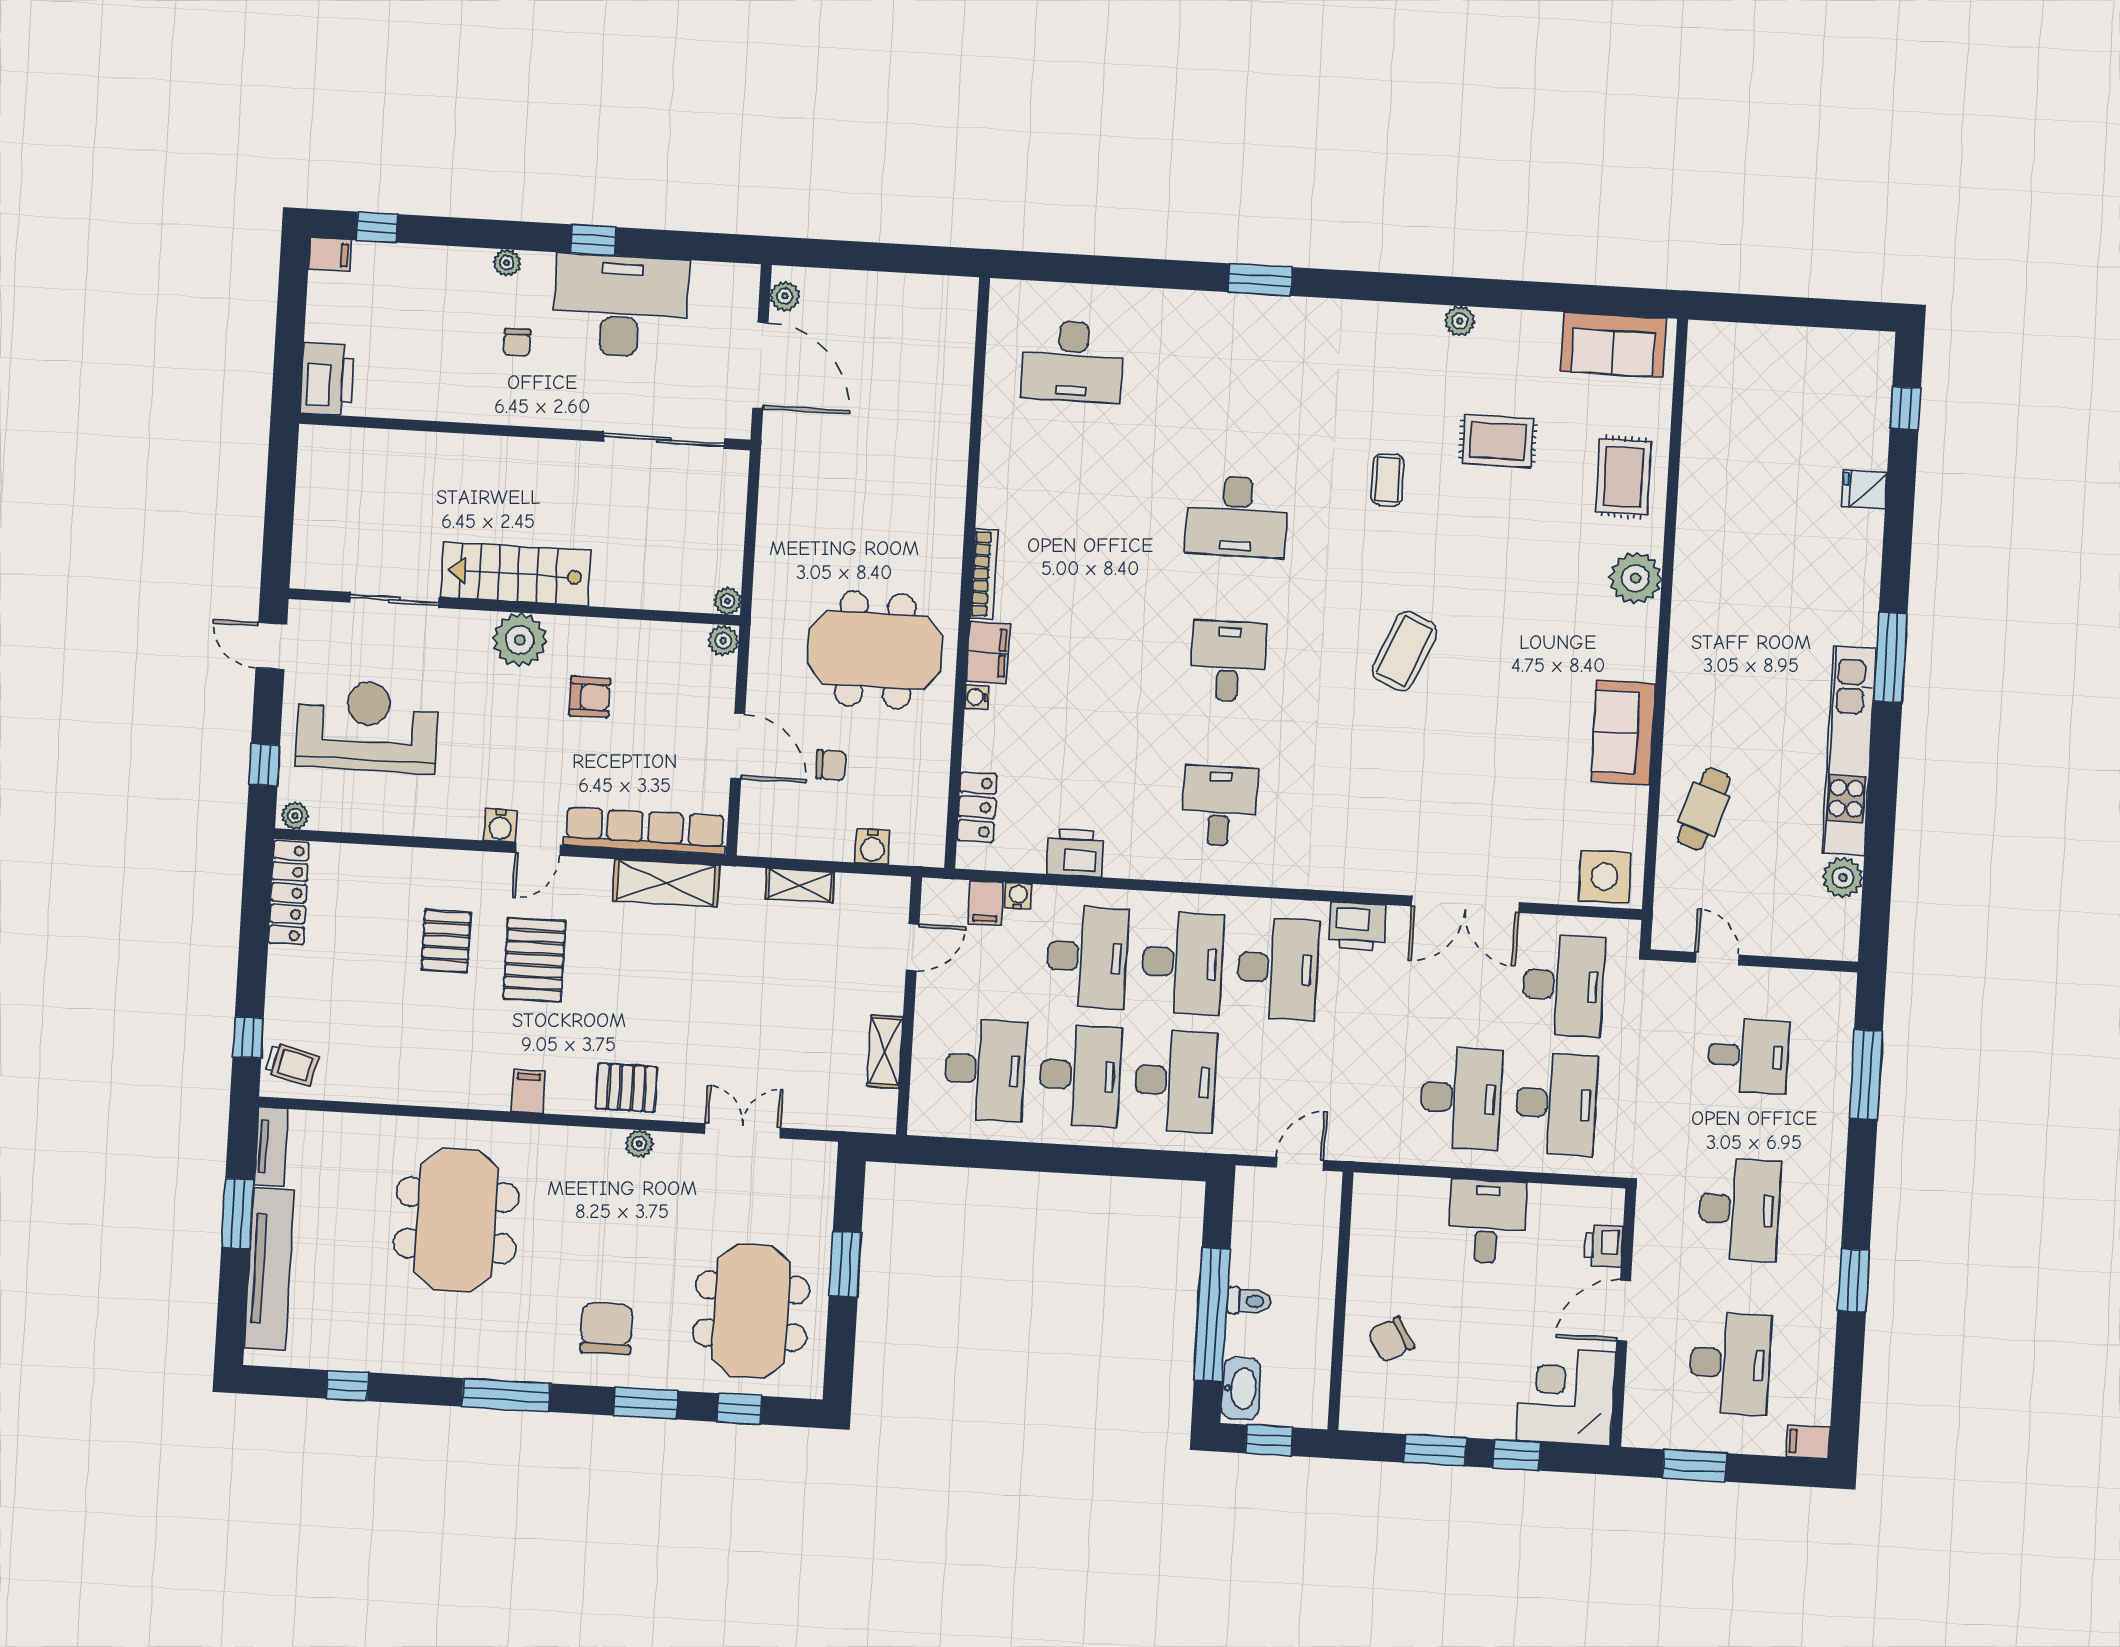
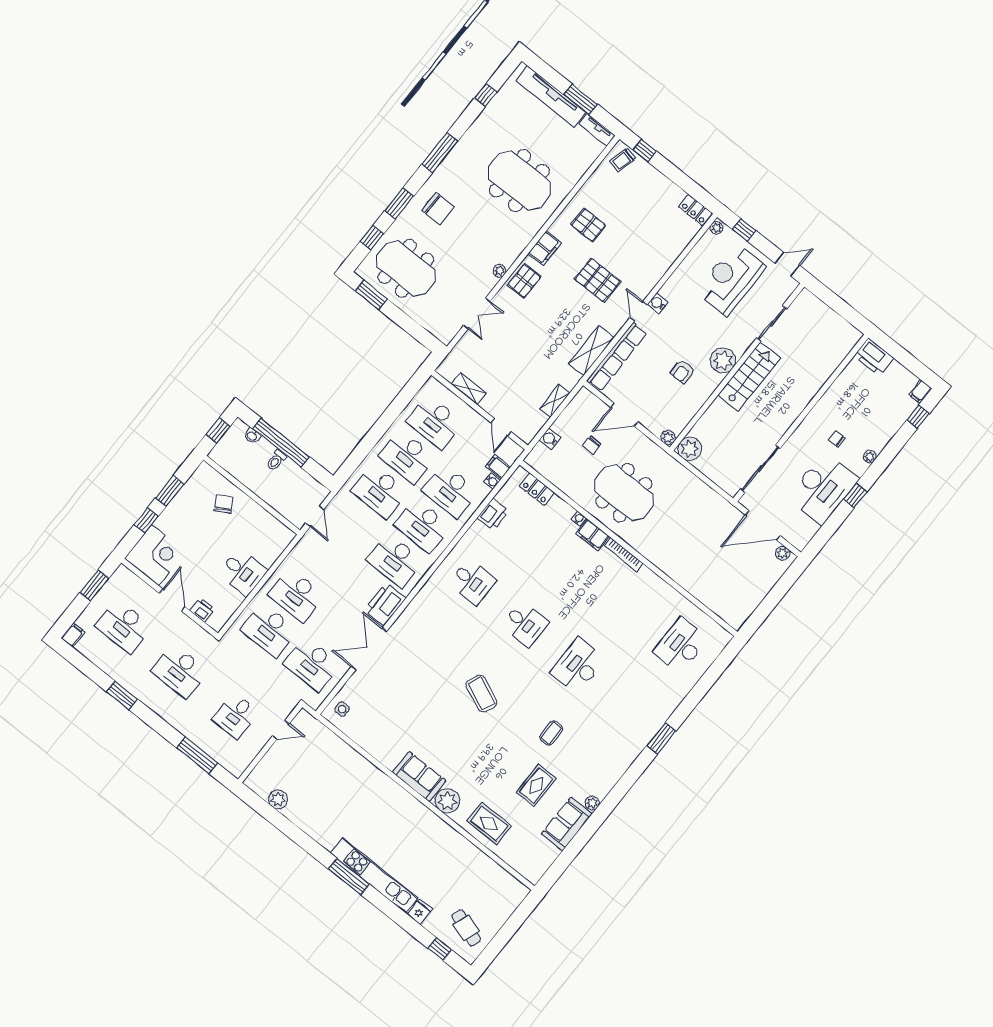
sofa: (1613, 345) -> (567, 824), moved
coffee table: (1388, 480) -> (551, 733), turned 90
plant: (728, 601) -> (690, 449), width x1.88, depth x1.88
meeting table: (875, 650) -> (624, 493), turned 90
reception desk: (367, 726) -> (731, 279), turned 180
sofa: (1623, 733) -> (419, 777), moved
kitchen unit: (1849, 751) -> (374, 875), moved
cafe table: (1704, 809) -> (466, 928), moved
side table: (1605, 877) -> (342, 709), width x0.54, depth x0.54
locker: (289, 893) -> (695, 210), width x0.66
printer: (1357, 926) -> (385, 604), width x1.37, depth x1.19
pallet: (446, 941) -> (588, 225), moved
filing cabinet: (528, 1091) -> (545, 248), width x2.00
window: (845, 1264) -> (371, 295), moved
washbasin: (1241, 1389) -> (252, 436), width x0.52, depth x0.69

